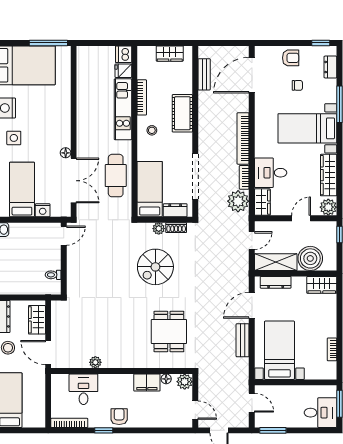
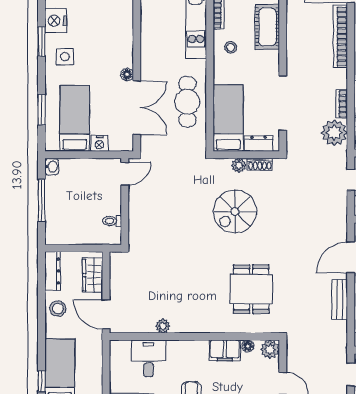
bookcase: (243, 138) -> (340, 36), moved

